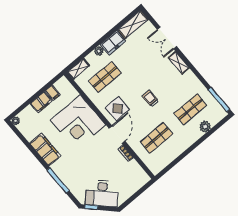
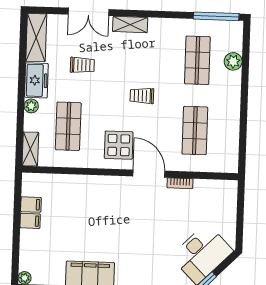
trolley: (140, 58) -> (82, 65), added
filing cabinet: (41, 102) -> (30, 221), width x0.50
corner desk: (78, 122) -> (93, 206), removed

